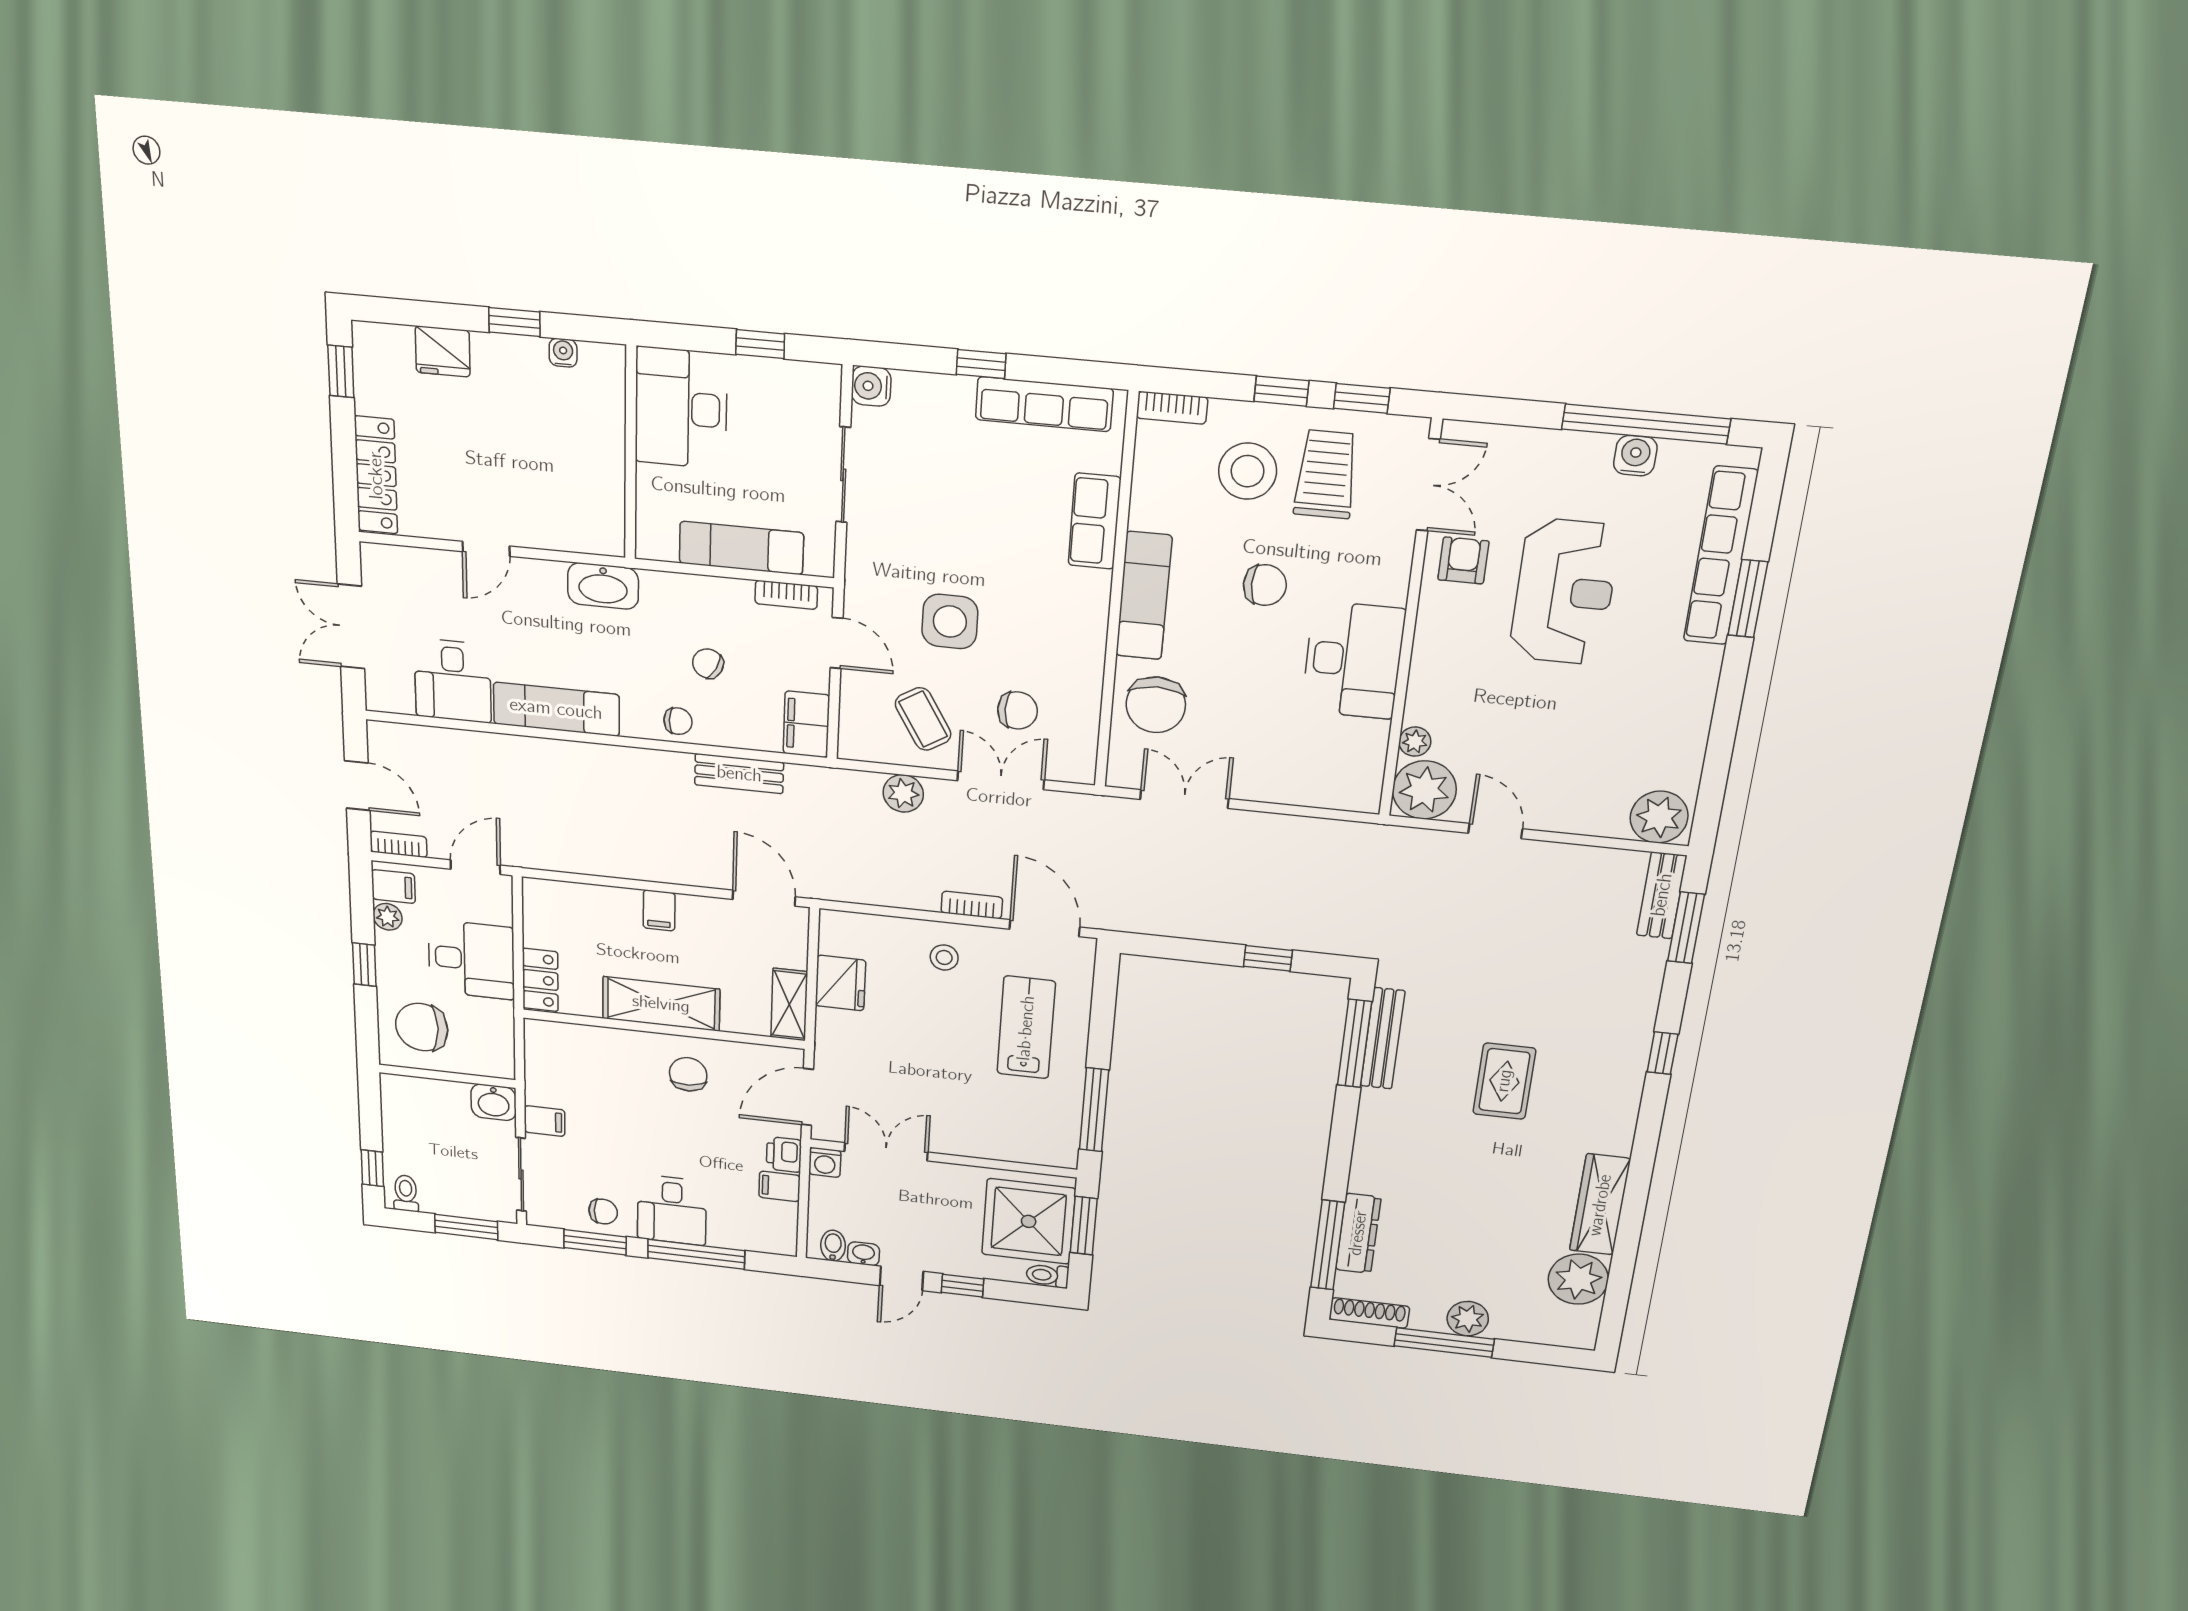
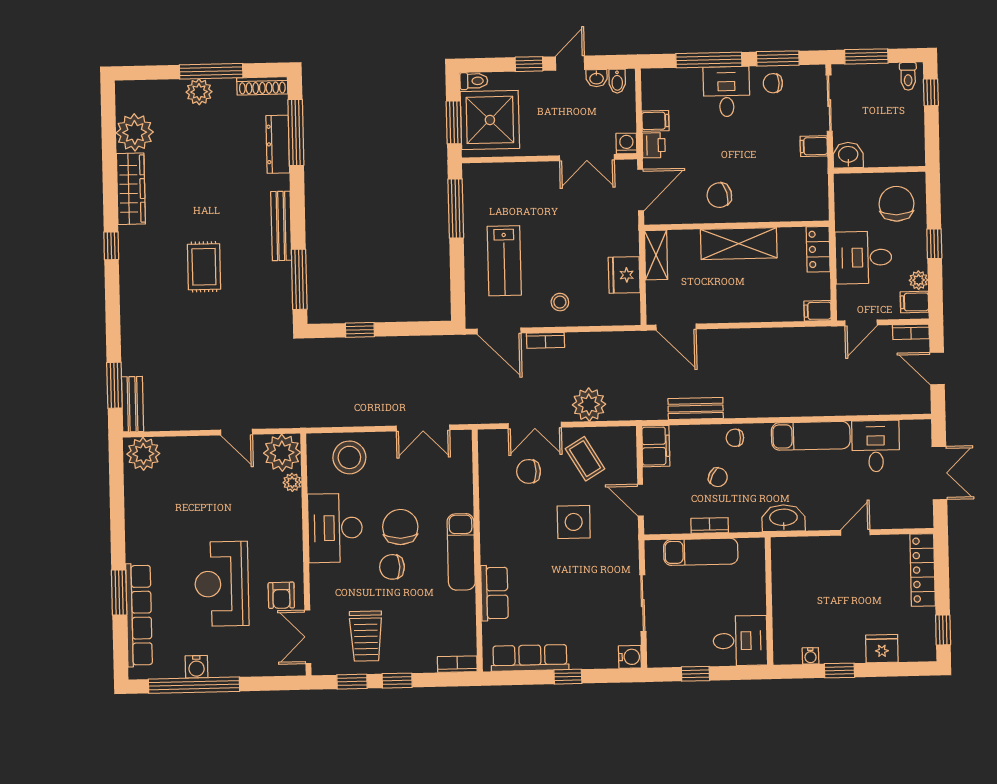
desk: (681, 408) -> (740, 641), width x0.73
stool: (1248, 471) -> (349, 457), moved
bookcase: (786, 595) -> (710, 525), moved
chair: (1156, 705) -> (400, 527), moved
plant: (903, 793) -> (589, 405), width x1.36, depth x1.36
filing cabinet: (659, 910) -> (818, 311), moved, turned -90
chair: (422, 1027) -> (896, 204), turned -90
bench: (1383, 1038) -> (281, 226), moved
window: (1662, 1053) -> (111, 246), moved
chair: (688, 1074) -> (719, 195), turned 79

